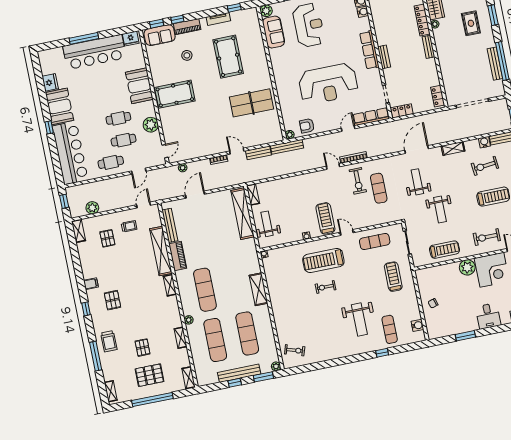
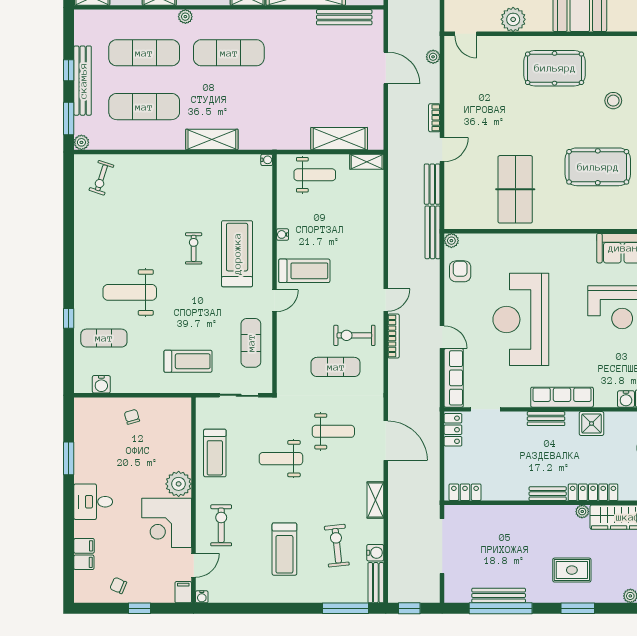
shower: (381, 29) -> (592, 424), added
pool table: (175, 94) -> (555, 68), turned 90
shelving: (243, 214) -> (339, 139), width x0.68
piano: (178, 256) -> (292, 20), removed

